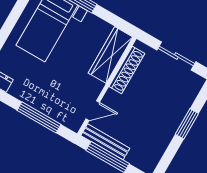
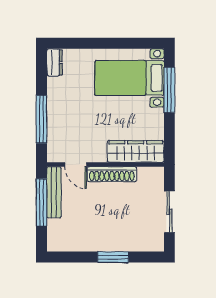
shoe rack: (127, 70) -> (112, 174), moved

